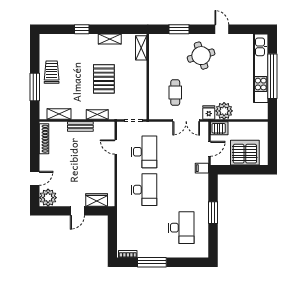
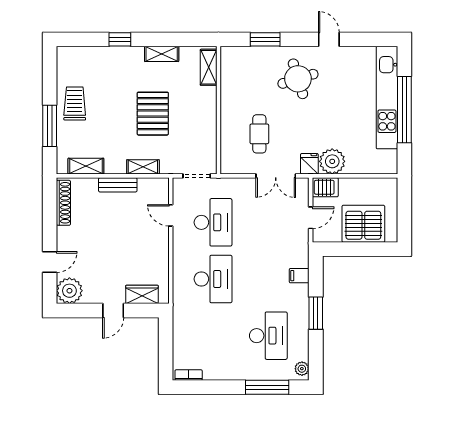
filing cabinet: (202, 168) -> (299, 276), moved
plant: (204, 250) -> (302, 369), added
window: (152, 262) -> (267, 387), moved

